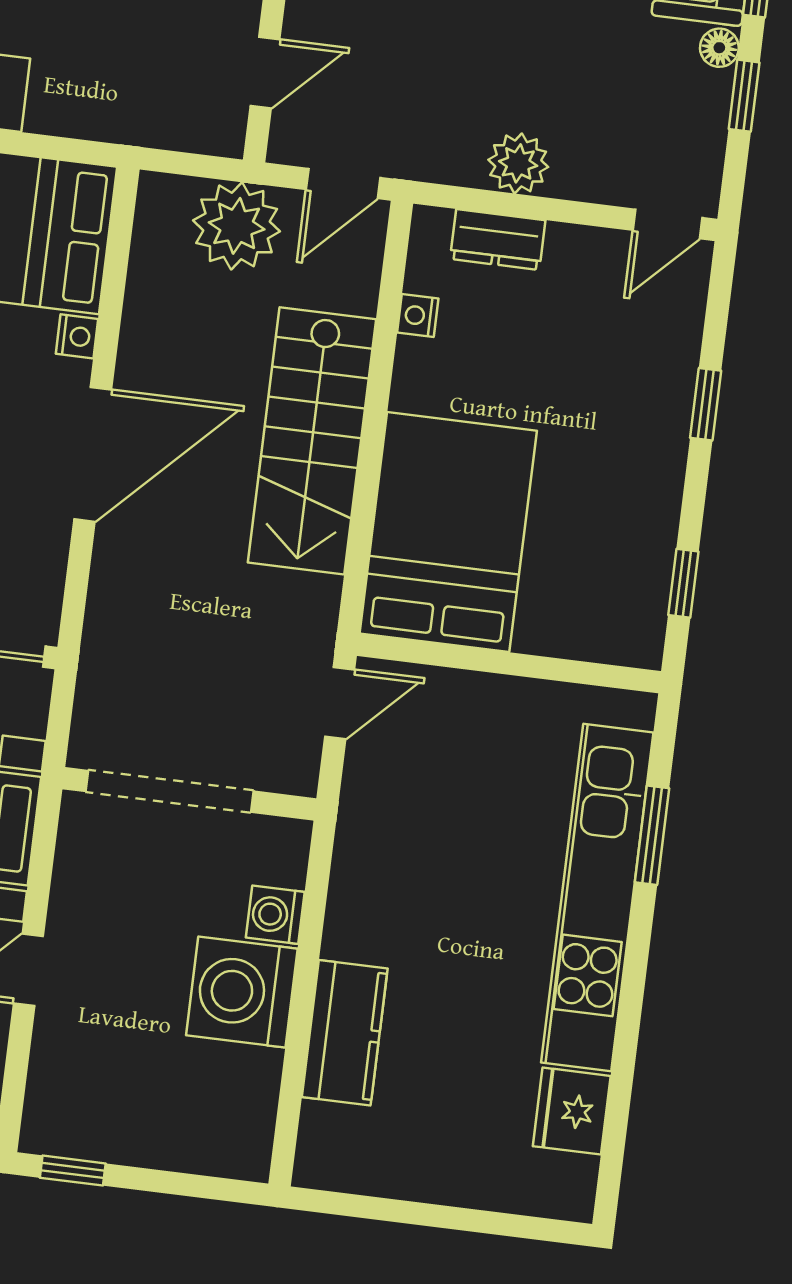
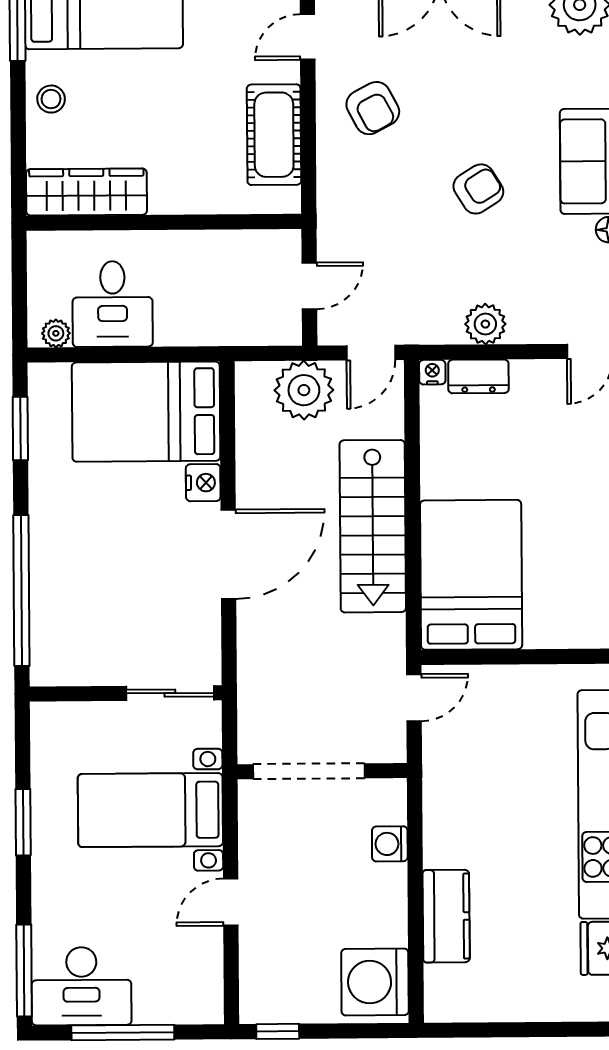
nightstand: (418, 315) -> (432, 372), moved, turned 90
nightstand: (77, 336) -> (203, 483), width x1.39, depth x1.35
washing machine: (242, 992) -> (375, 982), moved

